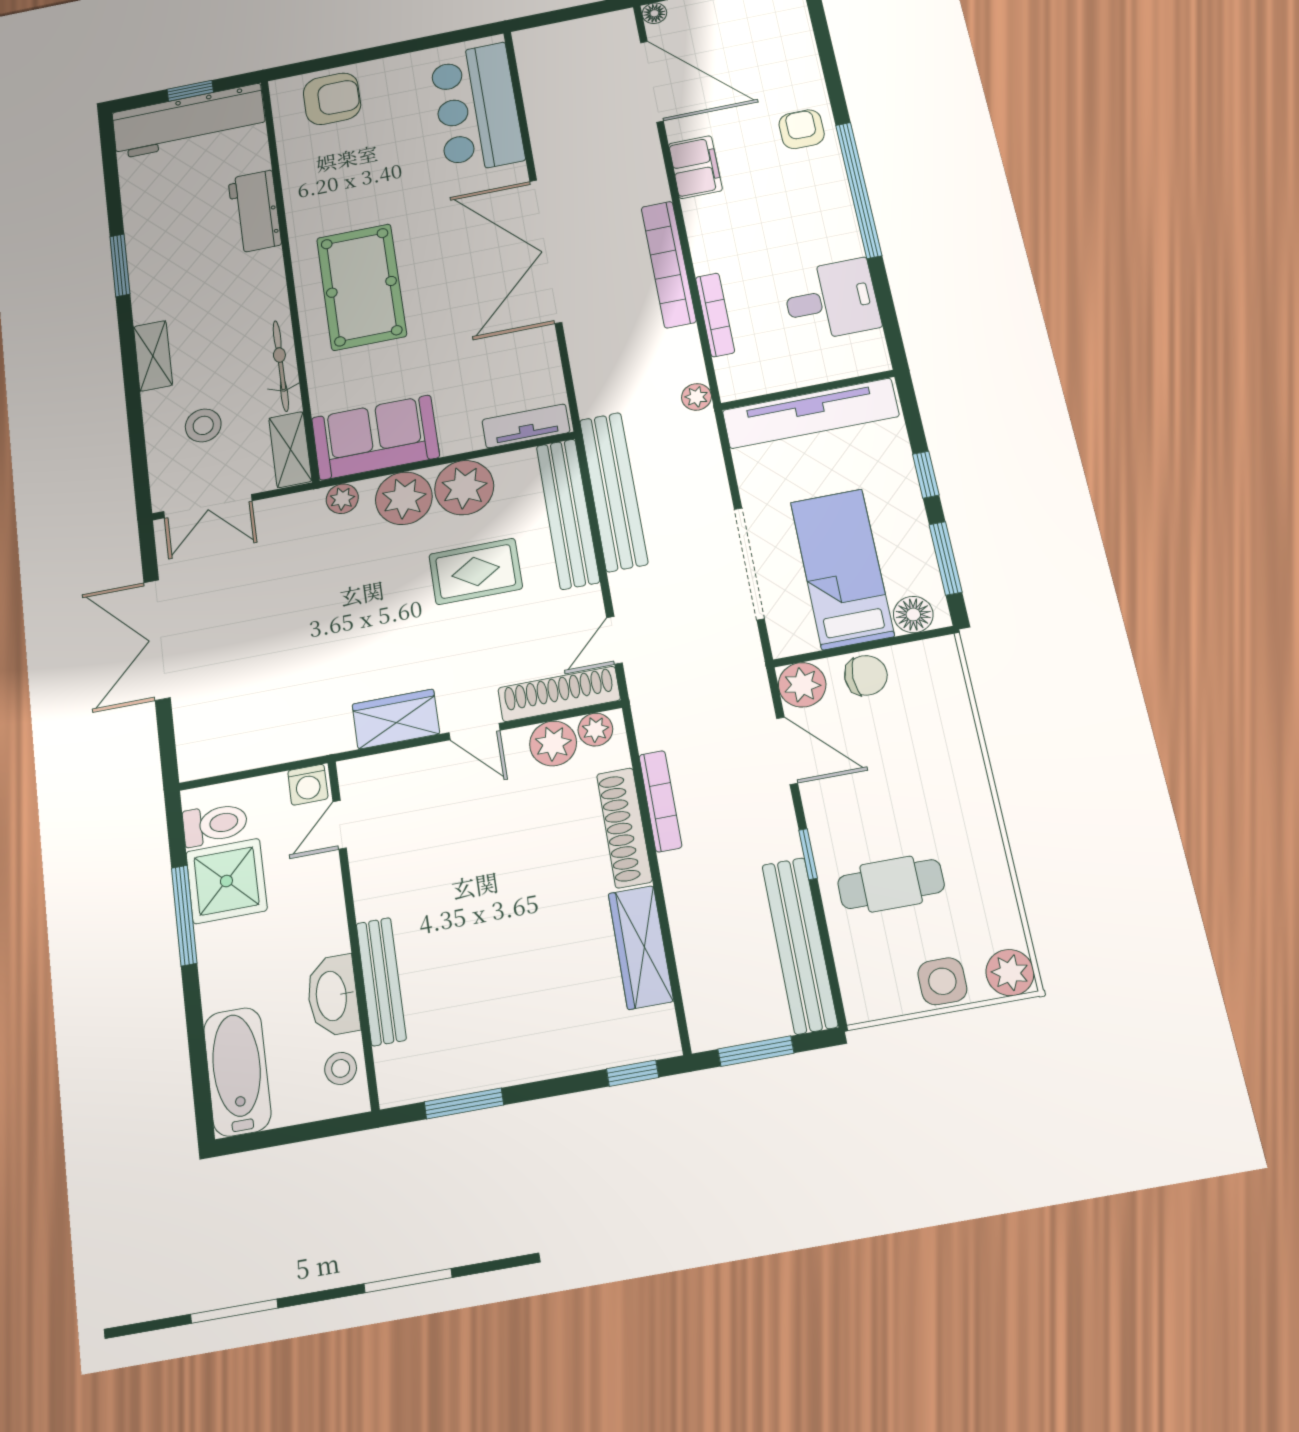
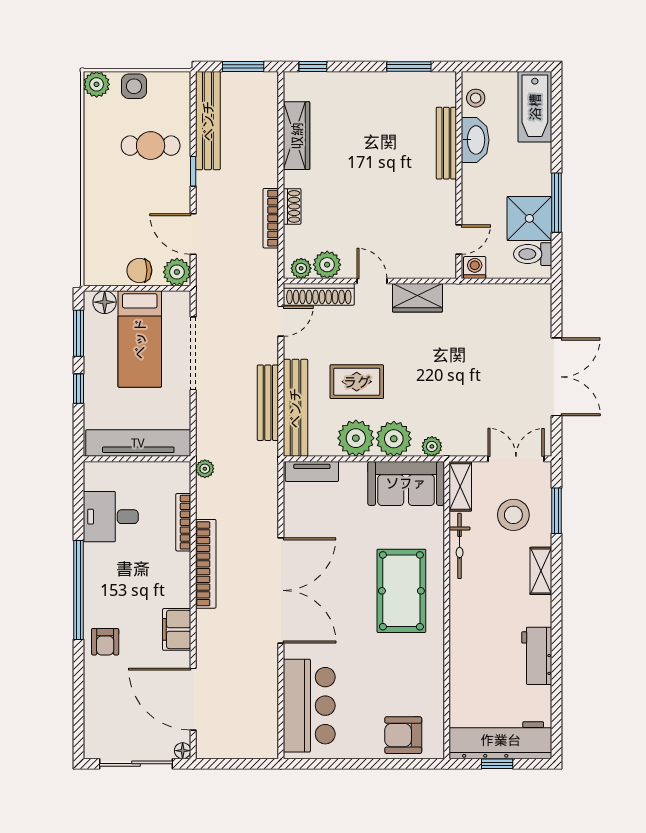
workbench: (255, 212) -> (537, 656), moved, turned 180
window: (120, 265) -> (556, 511), moved
stool: (203, 425) -> (513, 515), width x1.38, depth x1.38
bench: (613, 491) -> (268, 403), width x0.73, depth x0.82
shoe rack: (624, 828) -> (292, 206), width x0.51, depth x0.81

